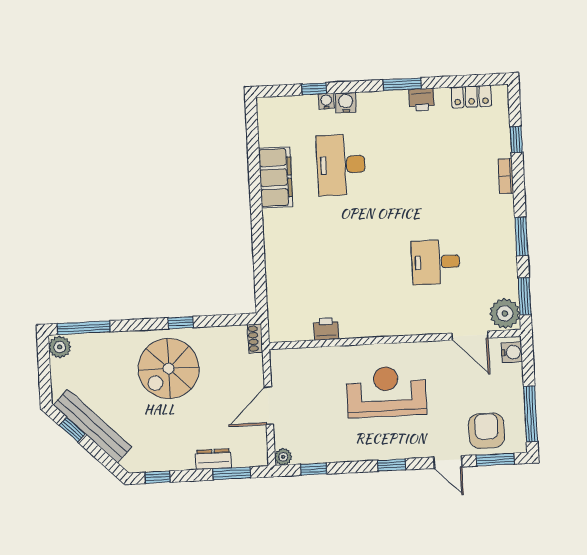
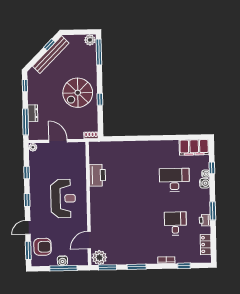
filing cabinet: (276, 177) -> (194, 147), moved
desk: (436, 262) -> (175, 224), moved
printer: (326, 329) -> (97, 175), width x1.87, depth x1.48
water cooler: (512, 352) -> (62, 261), moved
spiral stairs: (169, 369) -> (78, 93), turned -90
window: (531, 414) -> (63, 268), moved
window: (314, 469) -> (27, 173), moved
window: (232, 473) -> (26, 122), width x1.44

